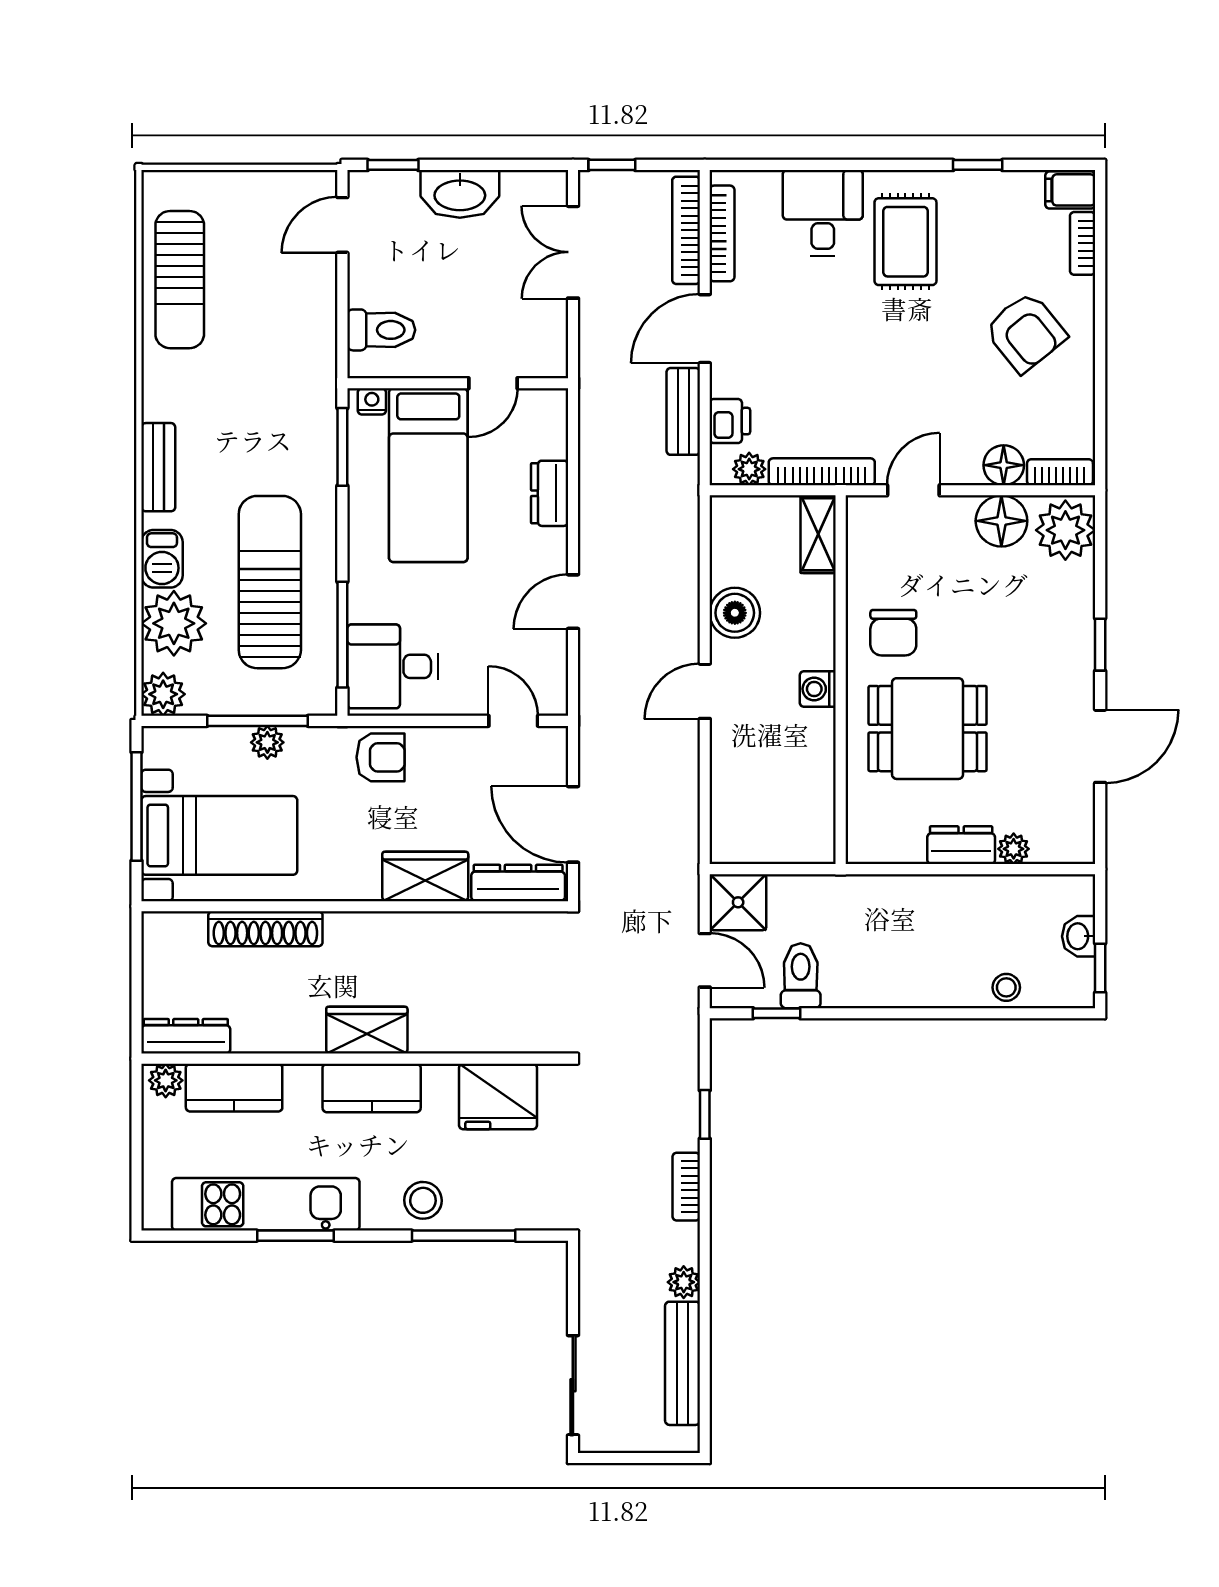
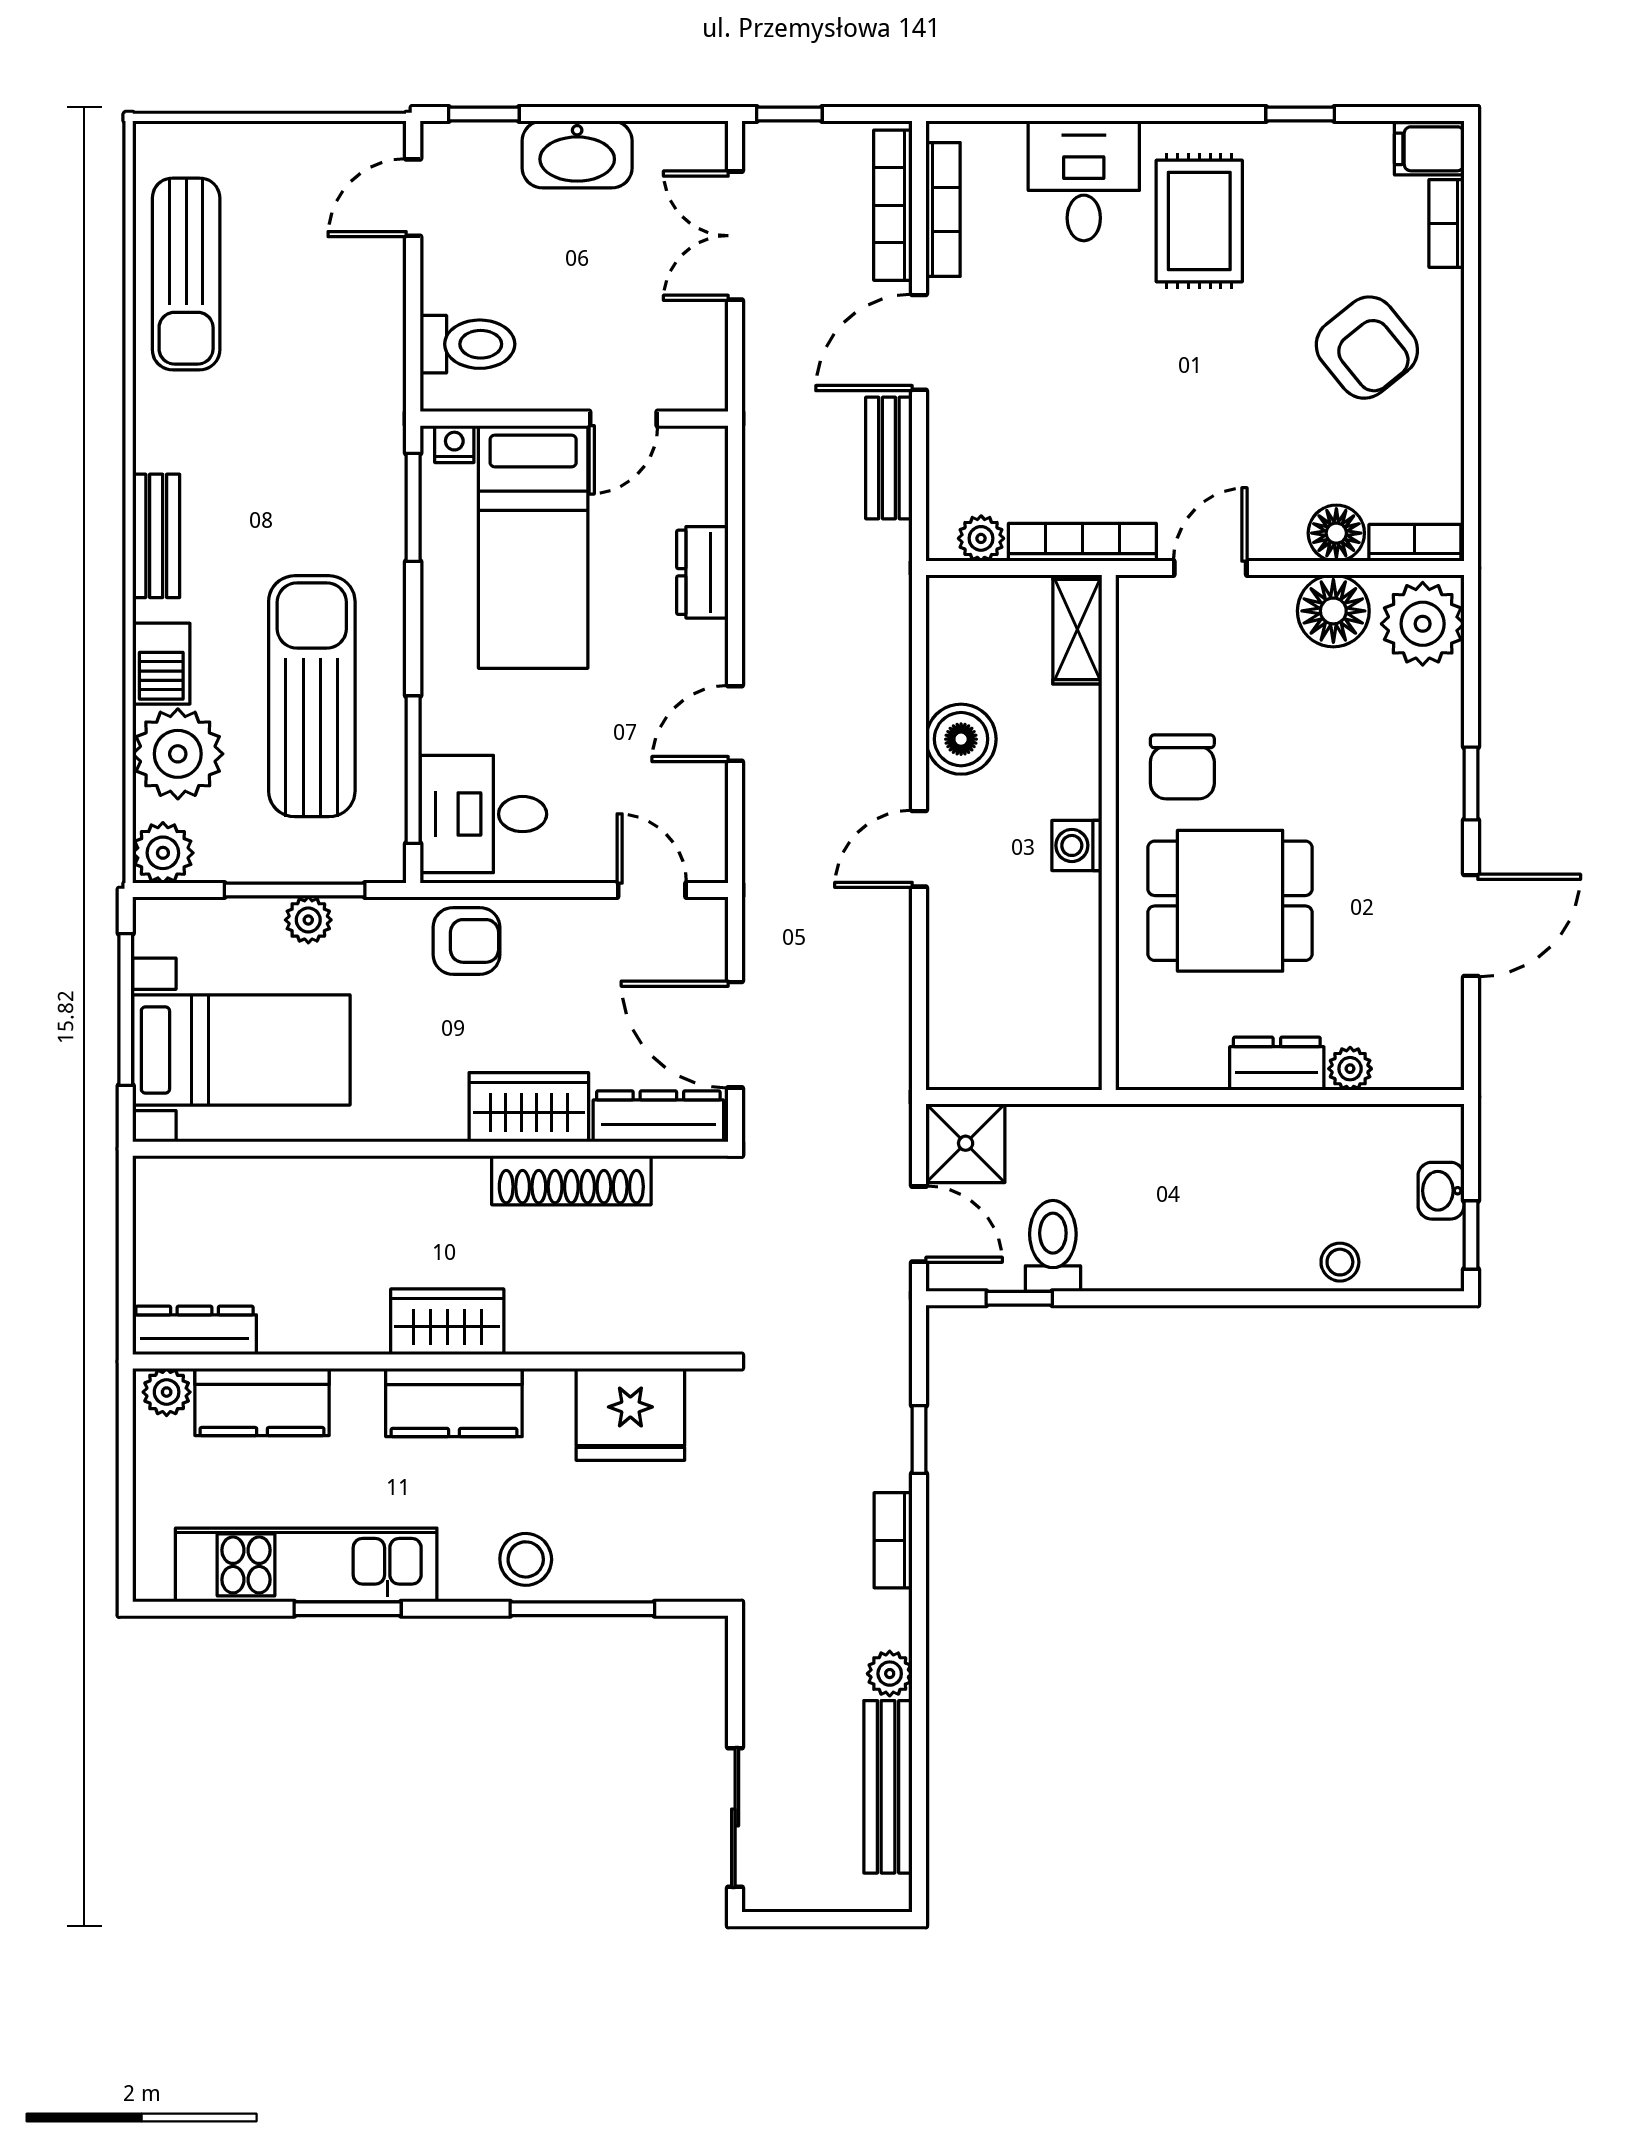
printer: (730, 421) -> (954, 471), removed
shoe rack: (265, 929) -> (571, 1180), moved

